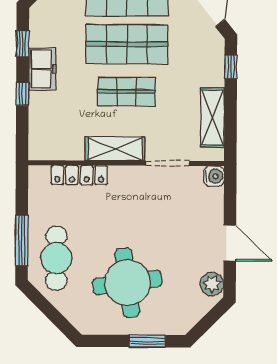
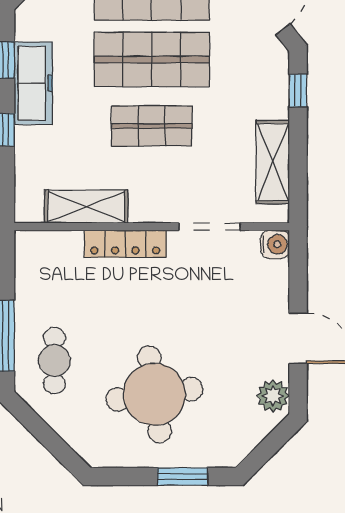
freezer: (42, 69) -> (33, 83), width x1.40
shelving: (115, 149) -> (86, 207), moved
locker: (79, 175) -> (125, 244), moved
cafe table: (56, 258) -> (54, 361), width x0.73, depth x0.74

